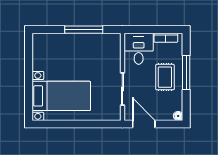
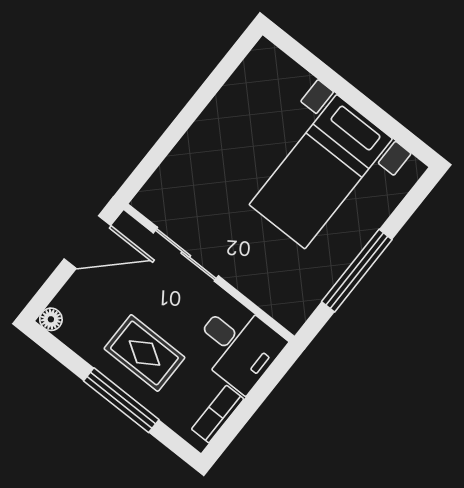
bed with nightstands: (61, 96) -> (321, 172), moved

